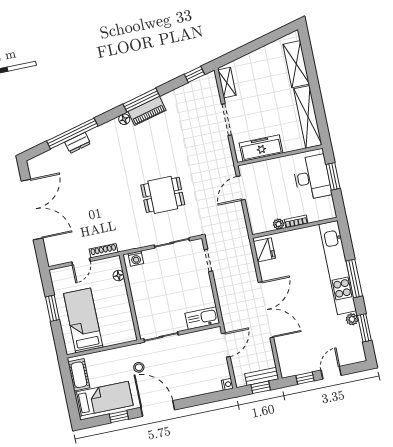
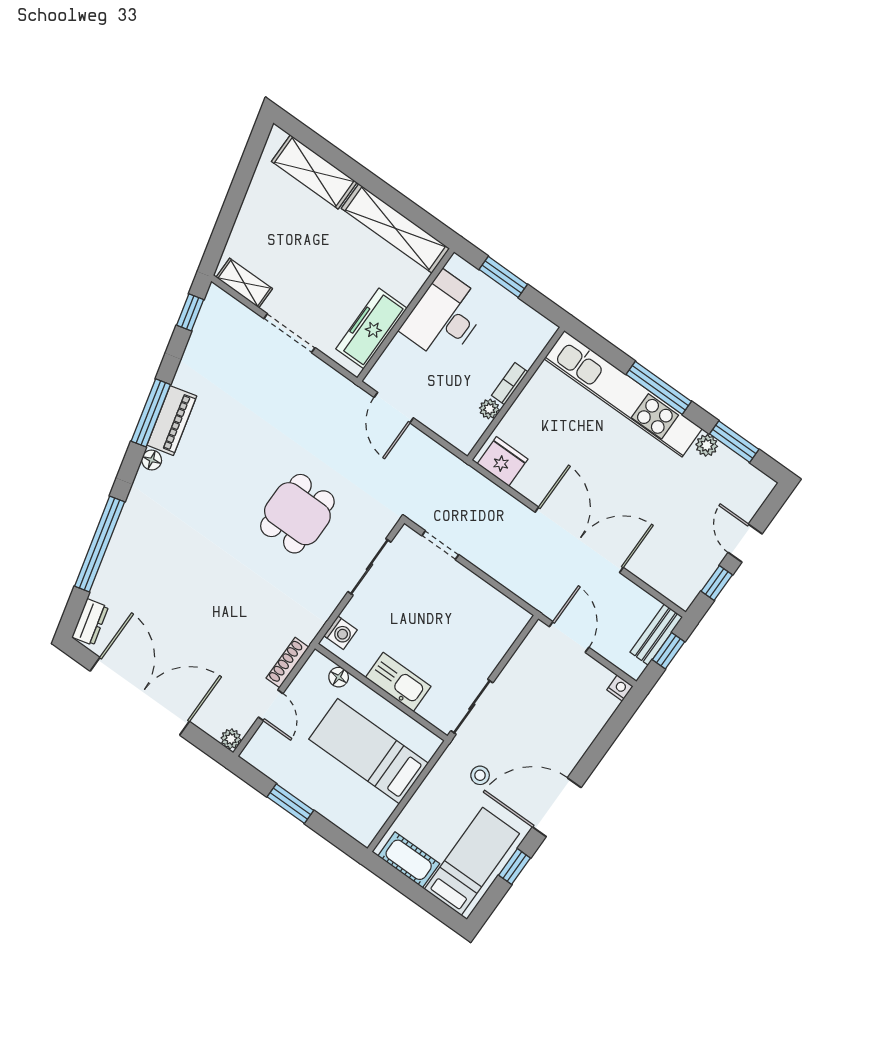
dresser: (78, 143) -> (90, 622), moved
desk: (312, 177) -> (445, 317), moved, turned -90
plant: (53, 260) -> (231, 739), added
kitchen sink: (202, 318) -> (398, 682), moved, turned 90
bed: (83, 320) -> (368, 751), moved

